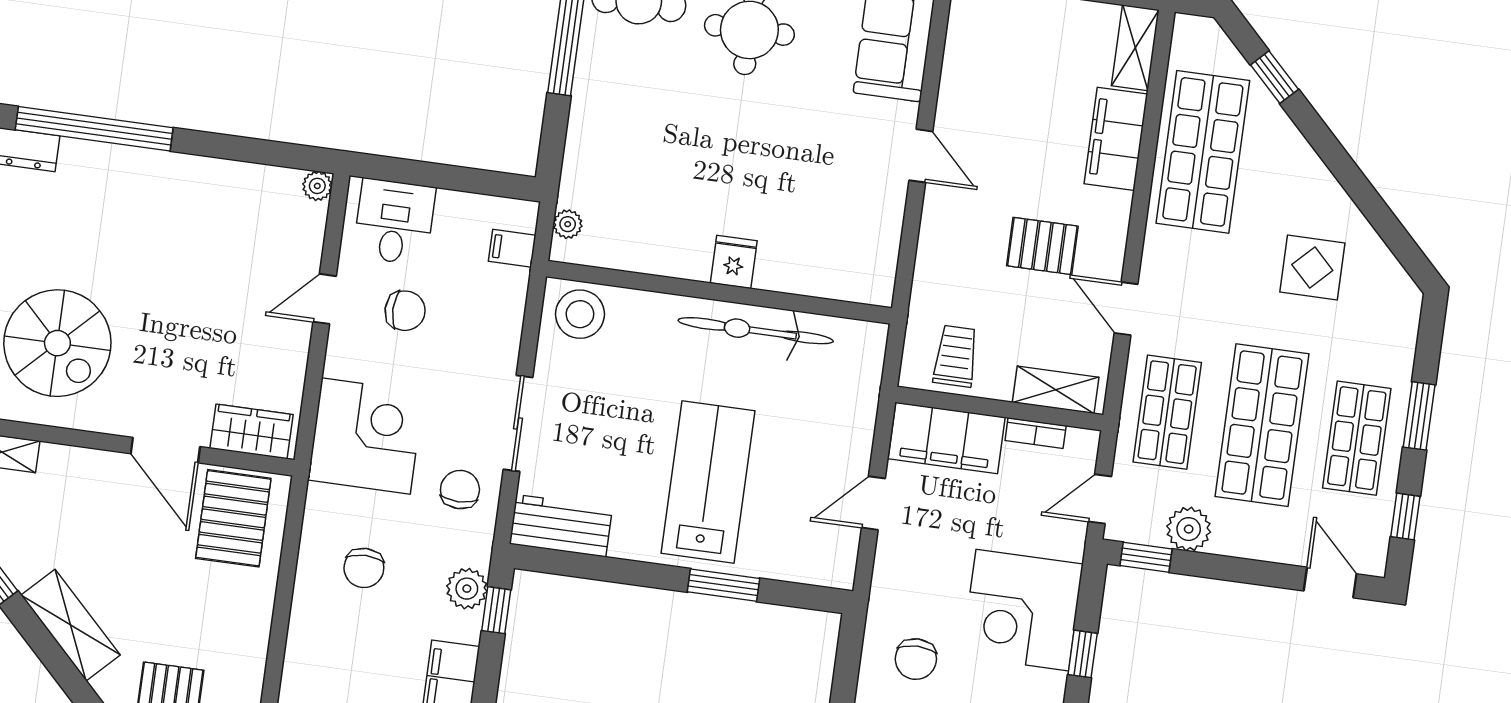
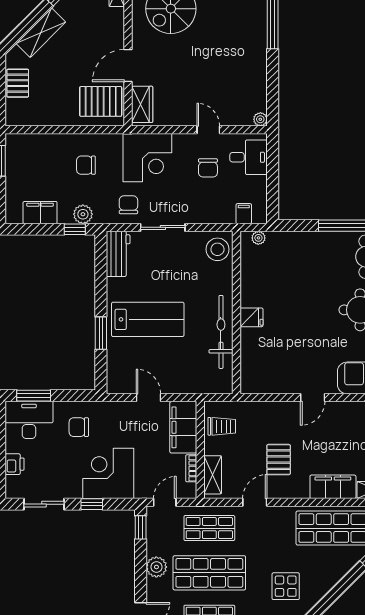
chair: (460, 490) -> (128, 205), turned -90
door: (1100, 499) -> (165, 502), hinge flipped
plant: (1189, 529) -> (156, 567), moved

